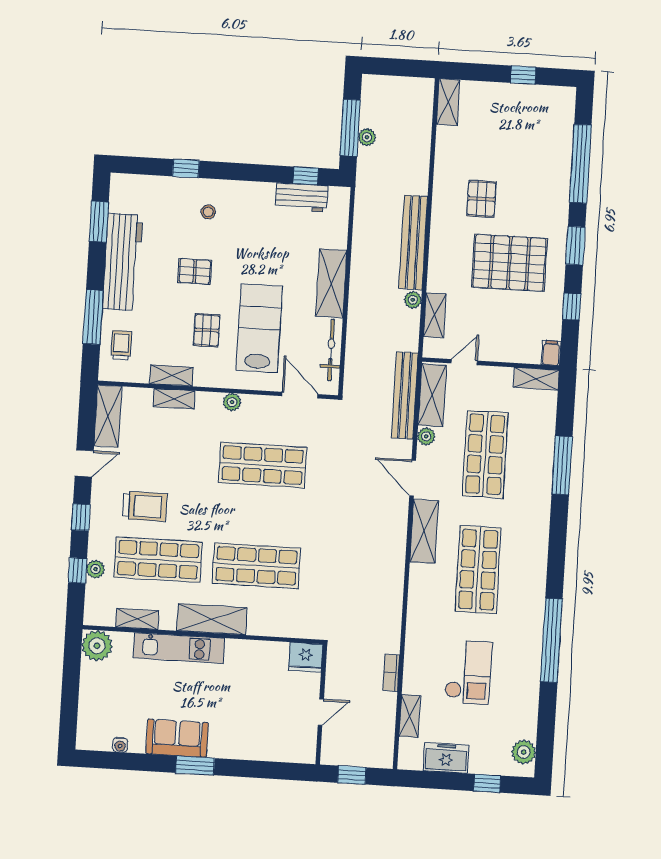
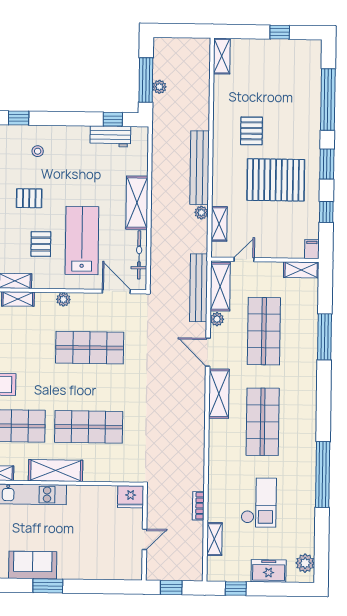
freezer: (446, 758) -> (269, 571), moved
window: (487, 783) -> (236, 588), moved

